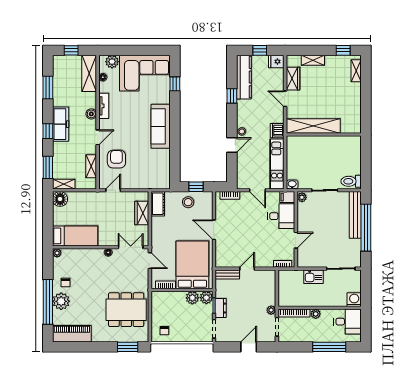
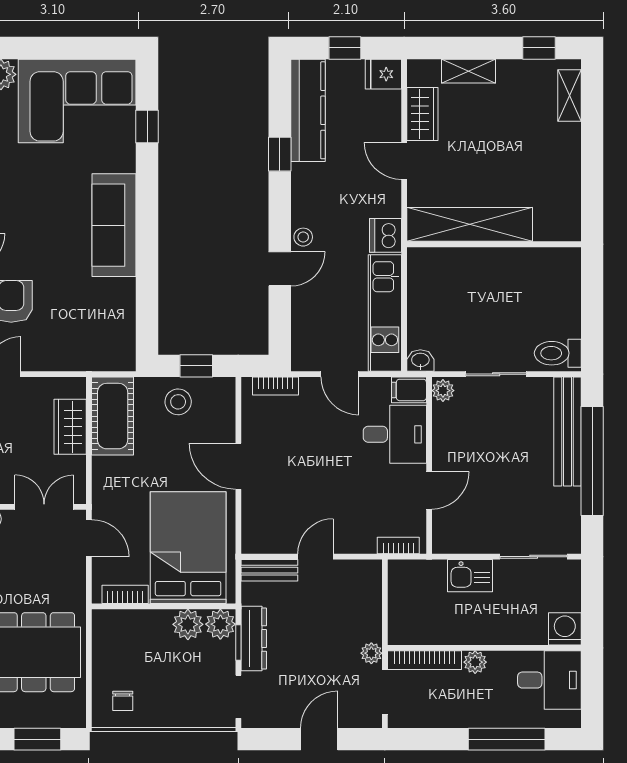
cot: (158, 204) -> (113, 416), width x1.37, depth x1.34
dresser: (221, 308) -> (254, 639), width x1.44

